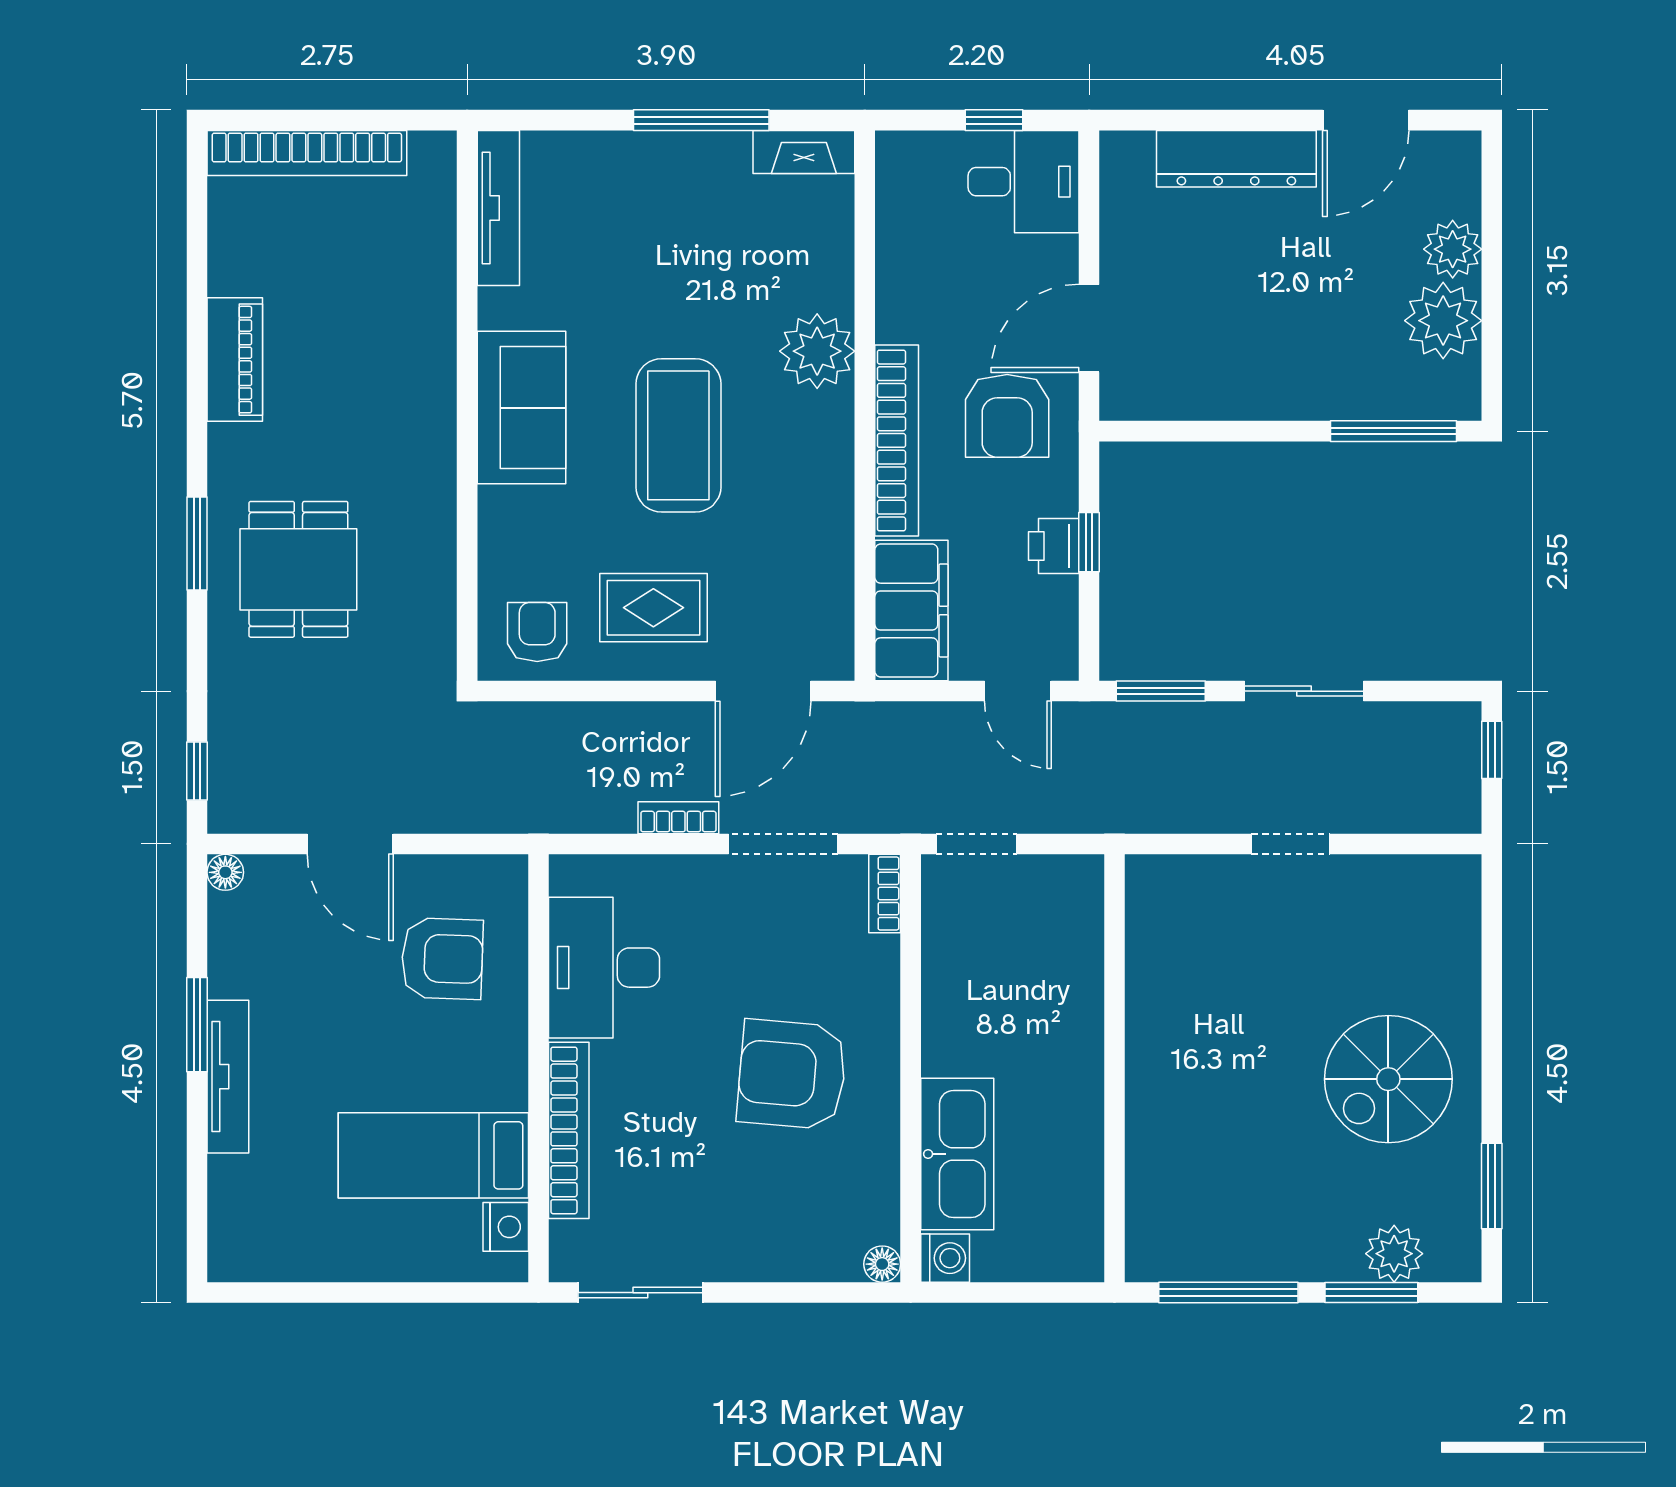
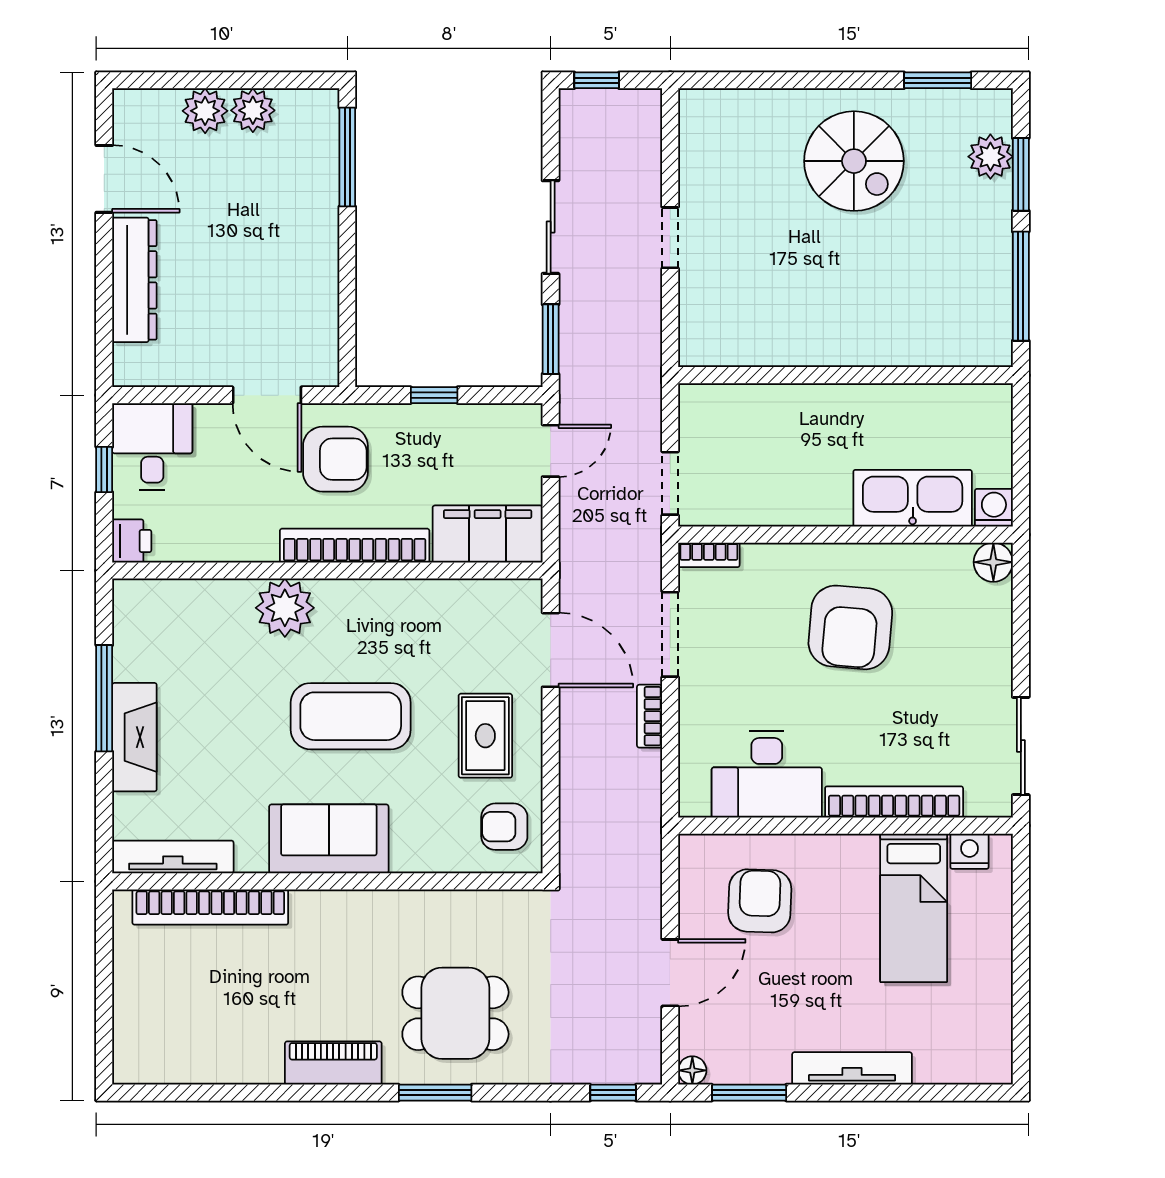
fireplace: (804, 152) -> (134, 737), moved, width x1.37, depth x1.32
bookcase: (307, 153) -> (210, 907), moved, turned 90
plant: (1443, 321) -> (253, 110), width x0.73, depth x0.73
piano: (235, 360) -> (333, 1063), moved
printer: (1054, 546) -> (132, 541), moved, turned -90
window: (197, 1025) -> (749, 1093), moved
floor lamp: (882, 1264) -> (993, 562), width x1.37, depth x1.37

